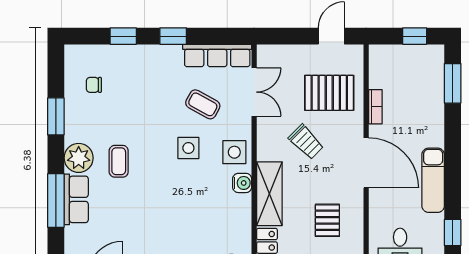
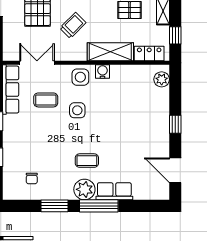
coffee table: (203, 104) -> (46, 100), turned 61
window: (56, 201) -> (99, 206), moved

